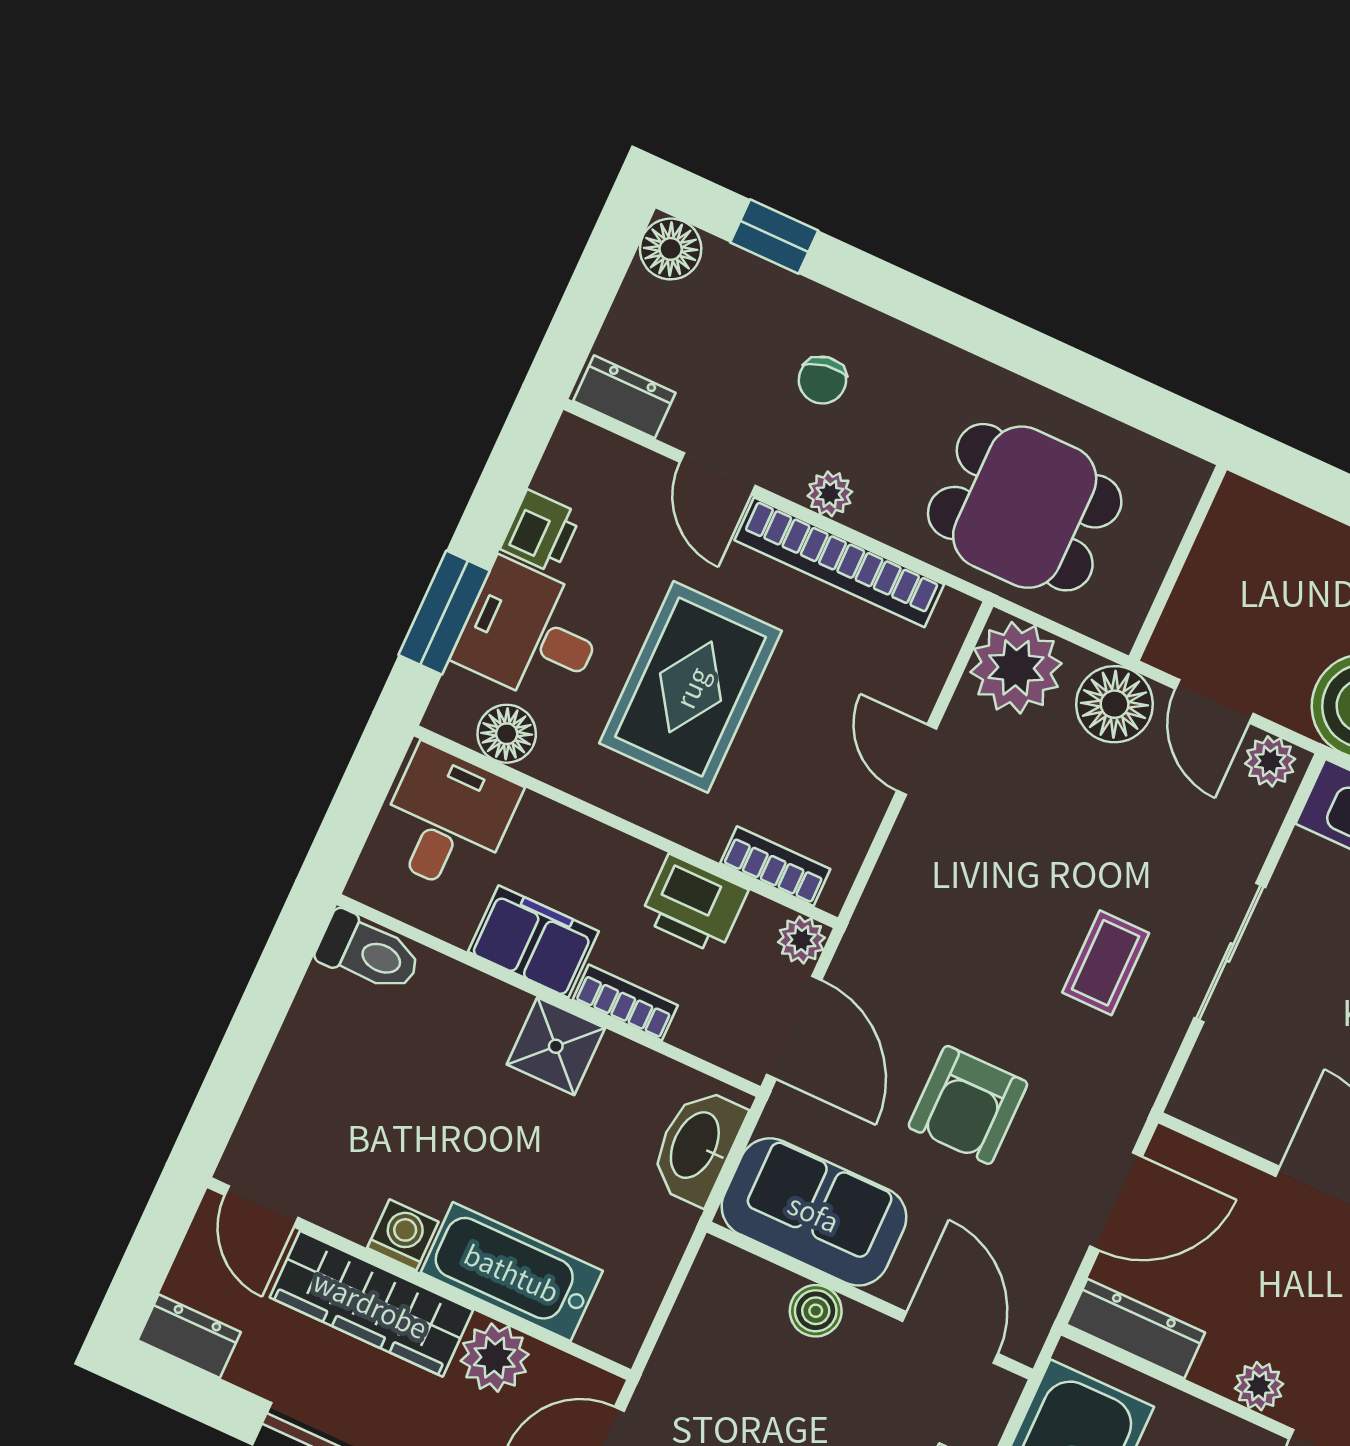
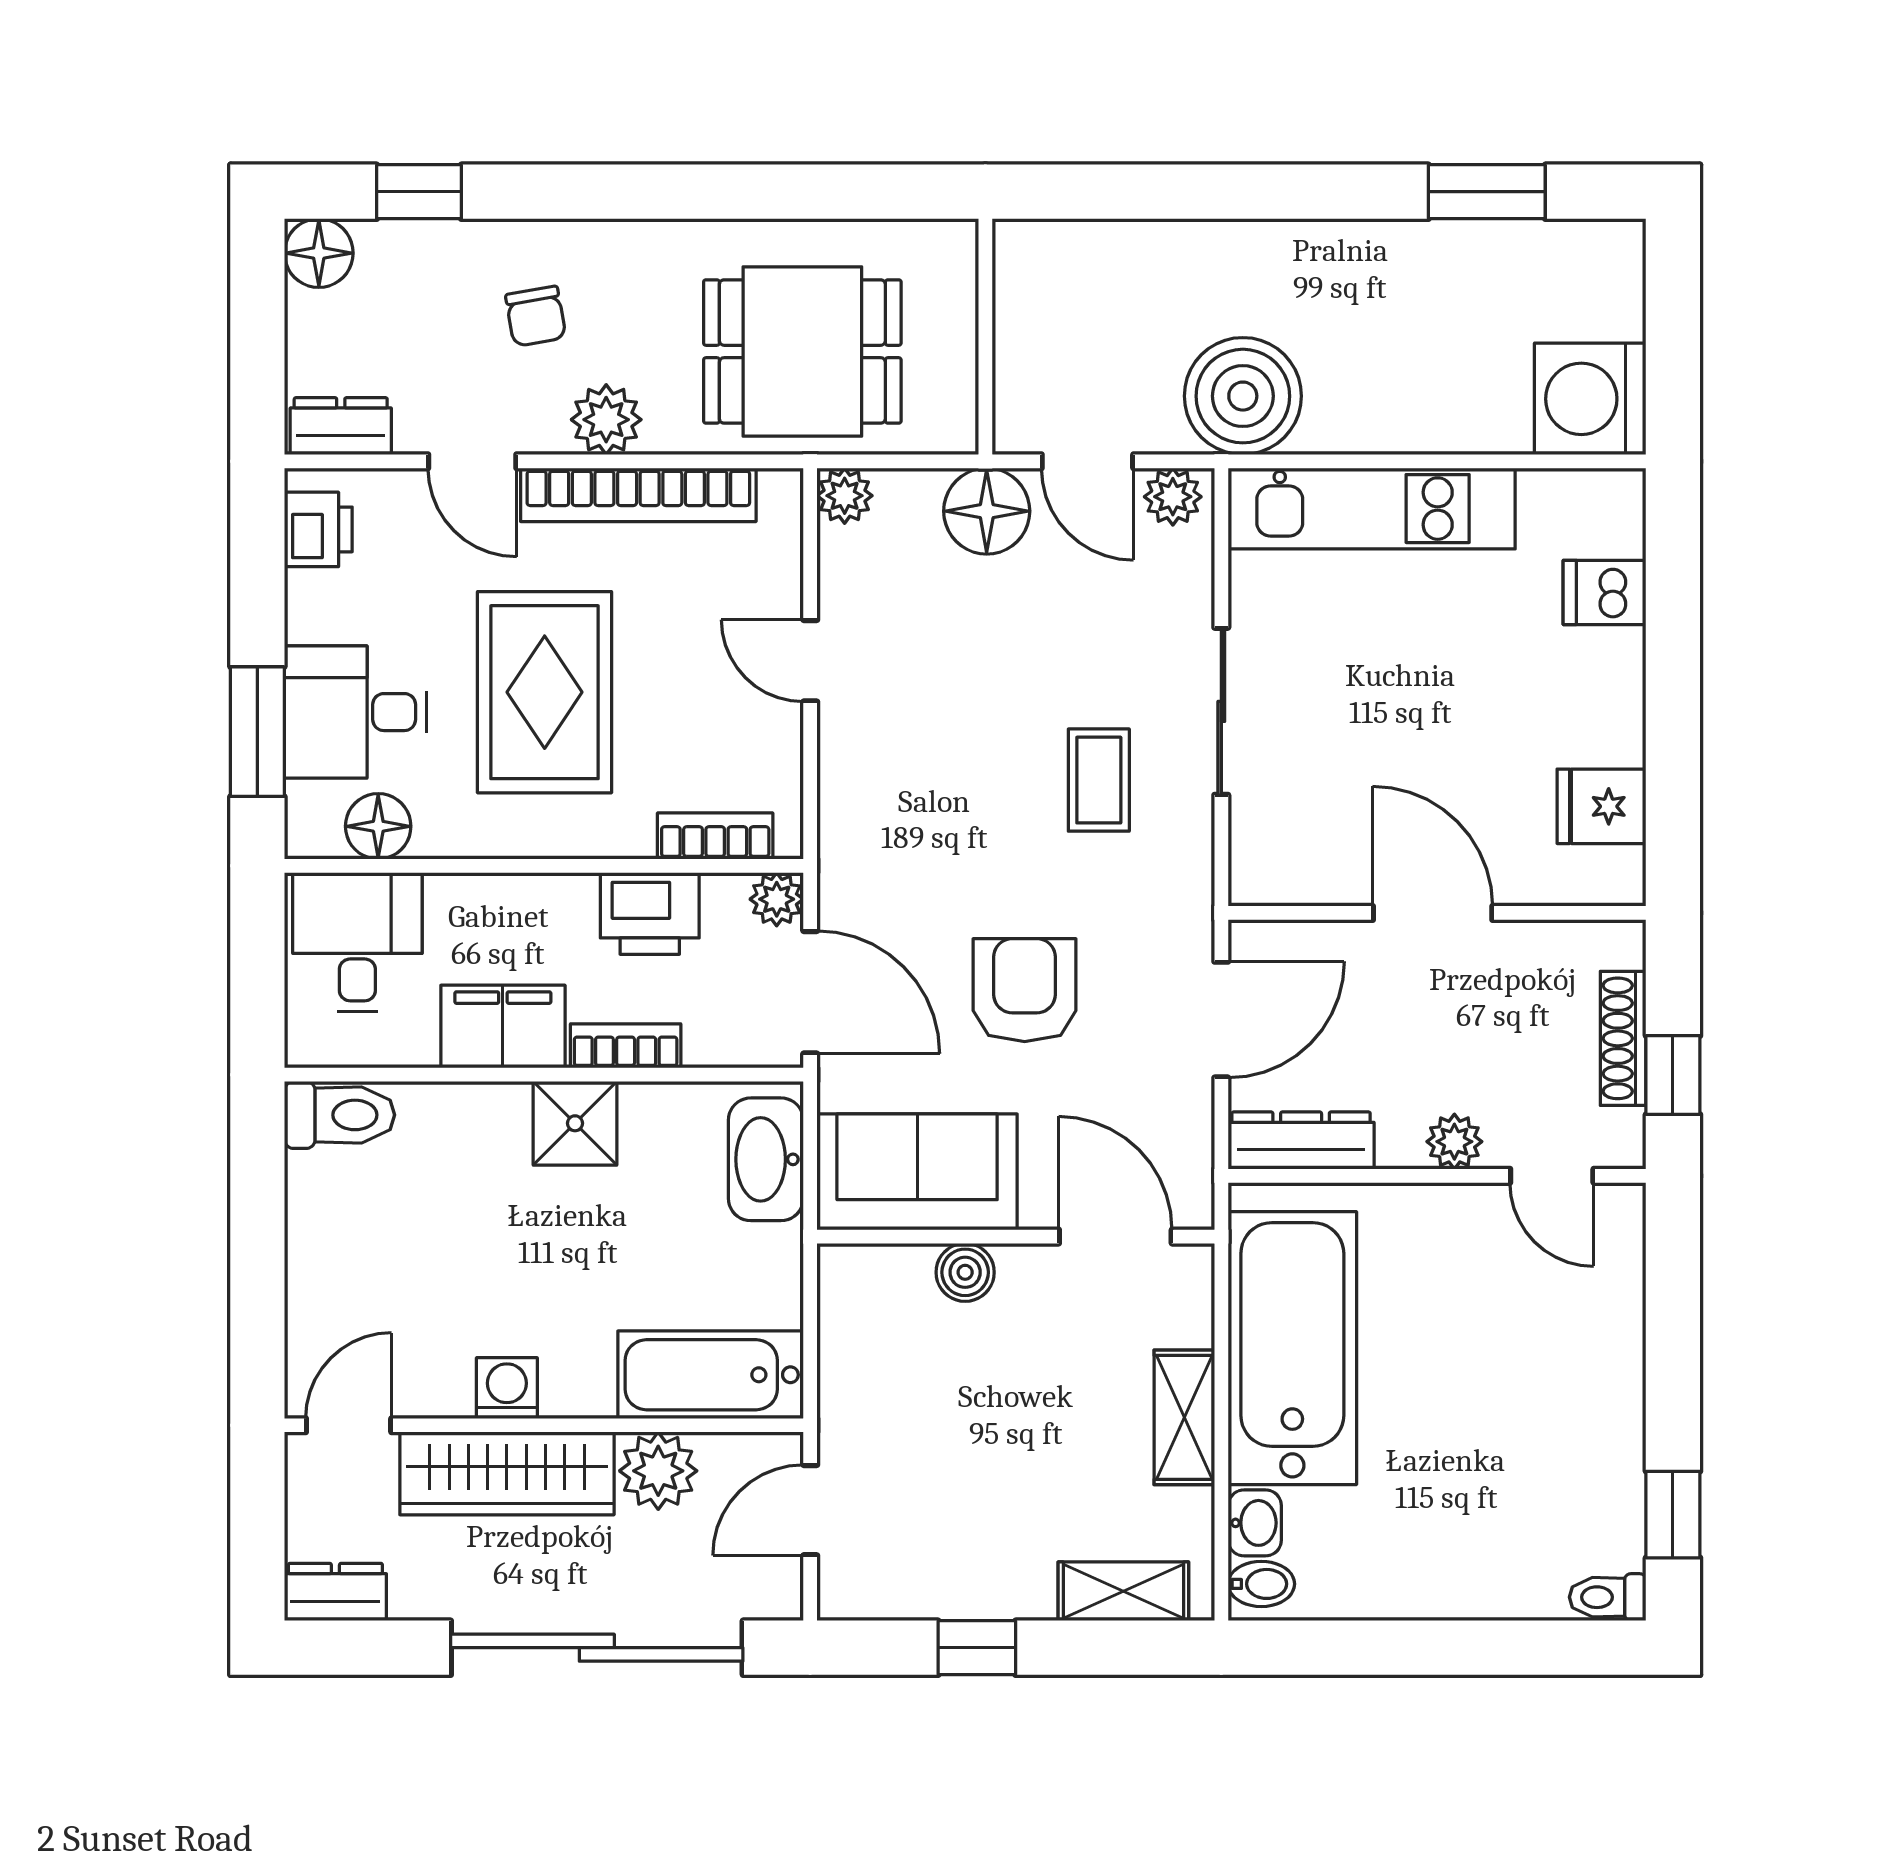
plant: (830, 494) -> (606, 420), width x1.38, depth x1.38
printer: (541, 532) -> (318, 529), moved
plant: (1016, 668) -> (845, 496), width x0.53, depth x0.53
armchair: (968, 1105) -> (1025, 990), turned 180
door: (261, 1206) -> (349, 1425), swing flipped
bathtub: (512, 1272) -> (711, 1375), moved

